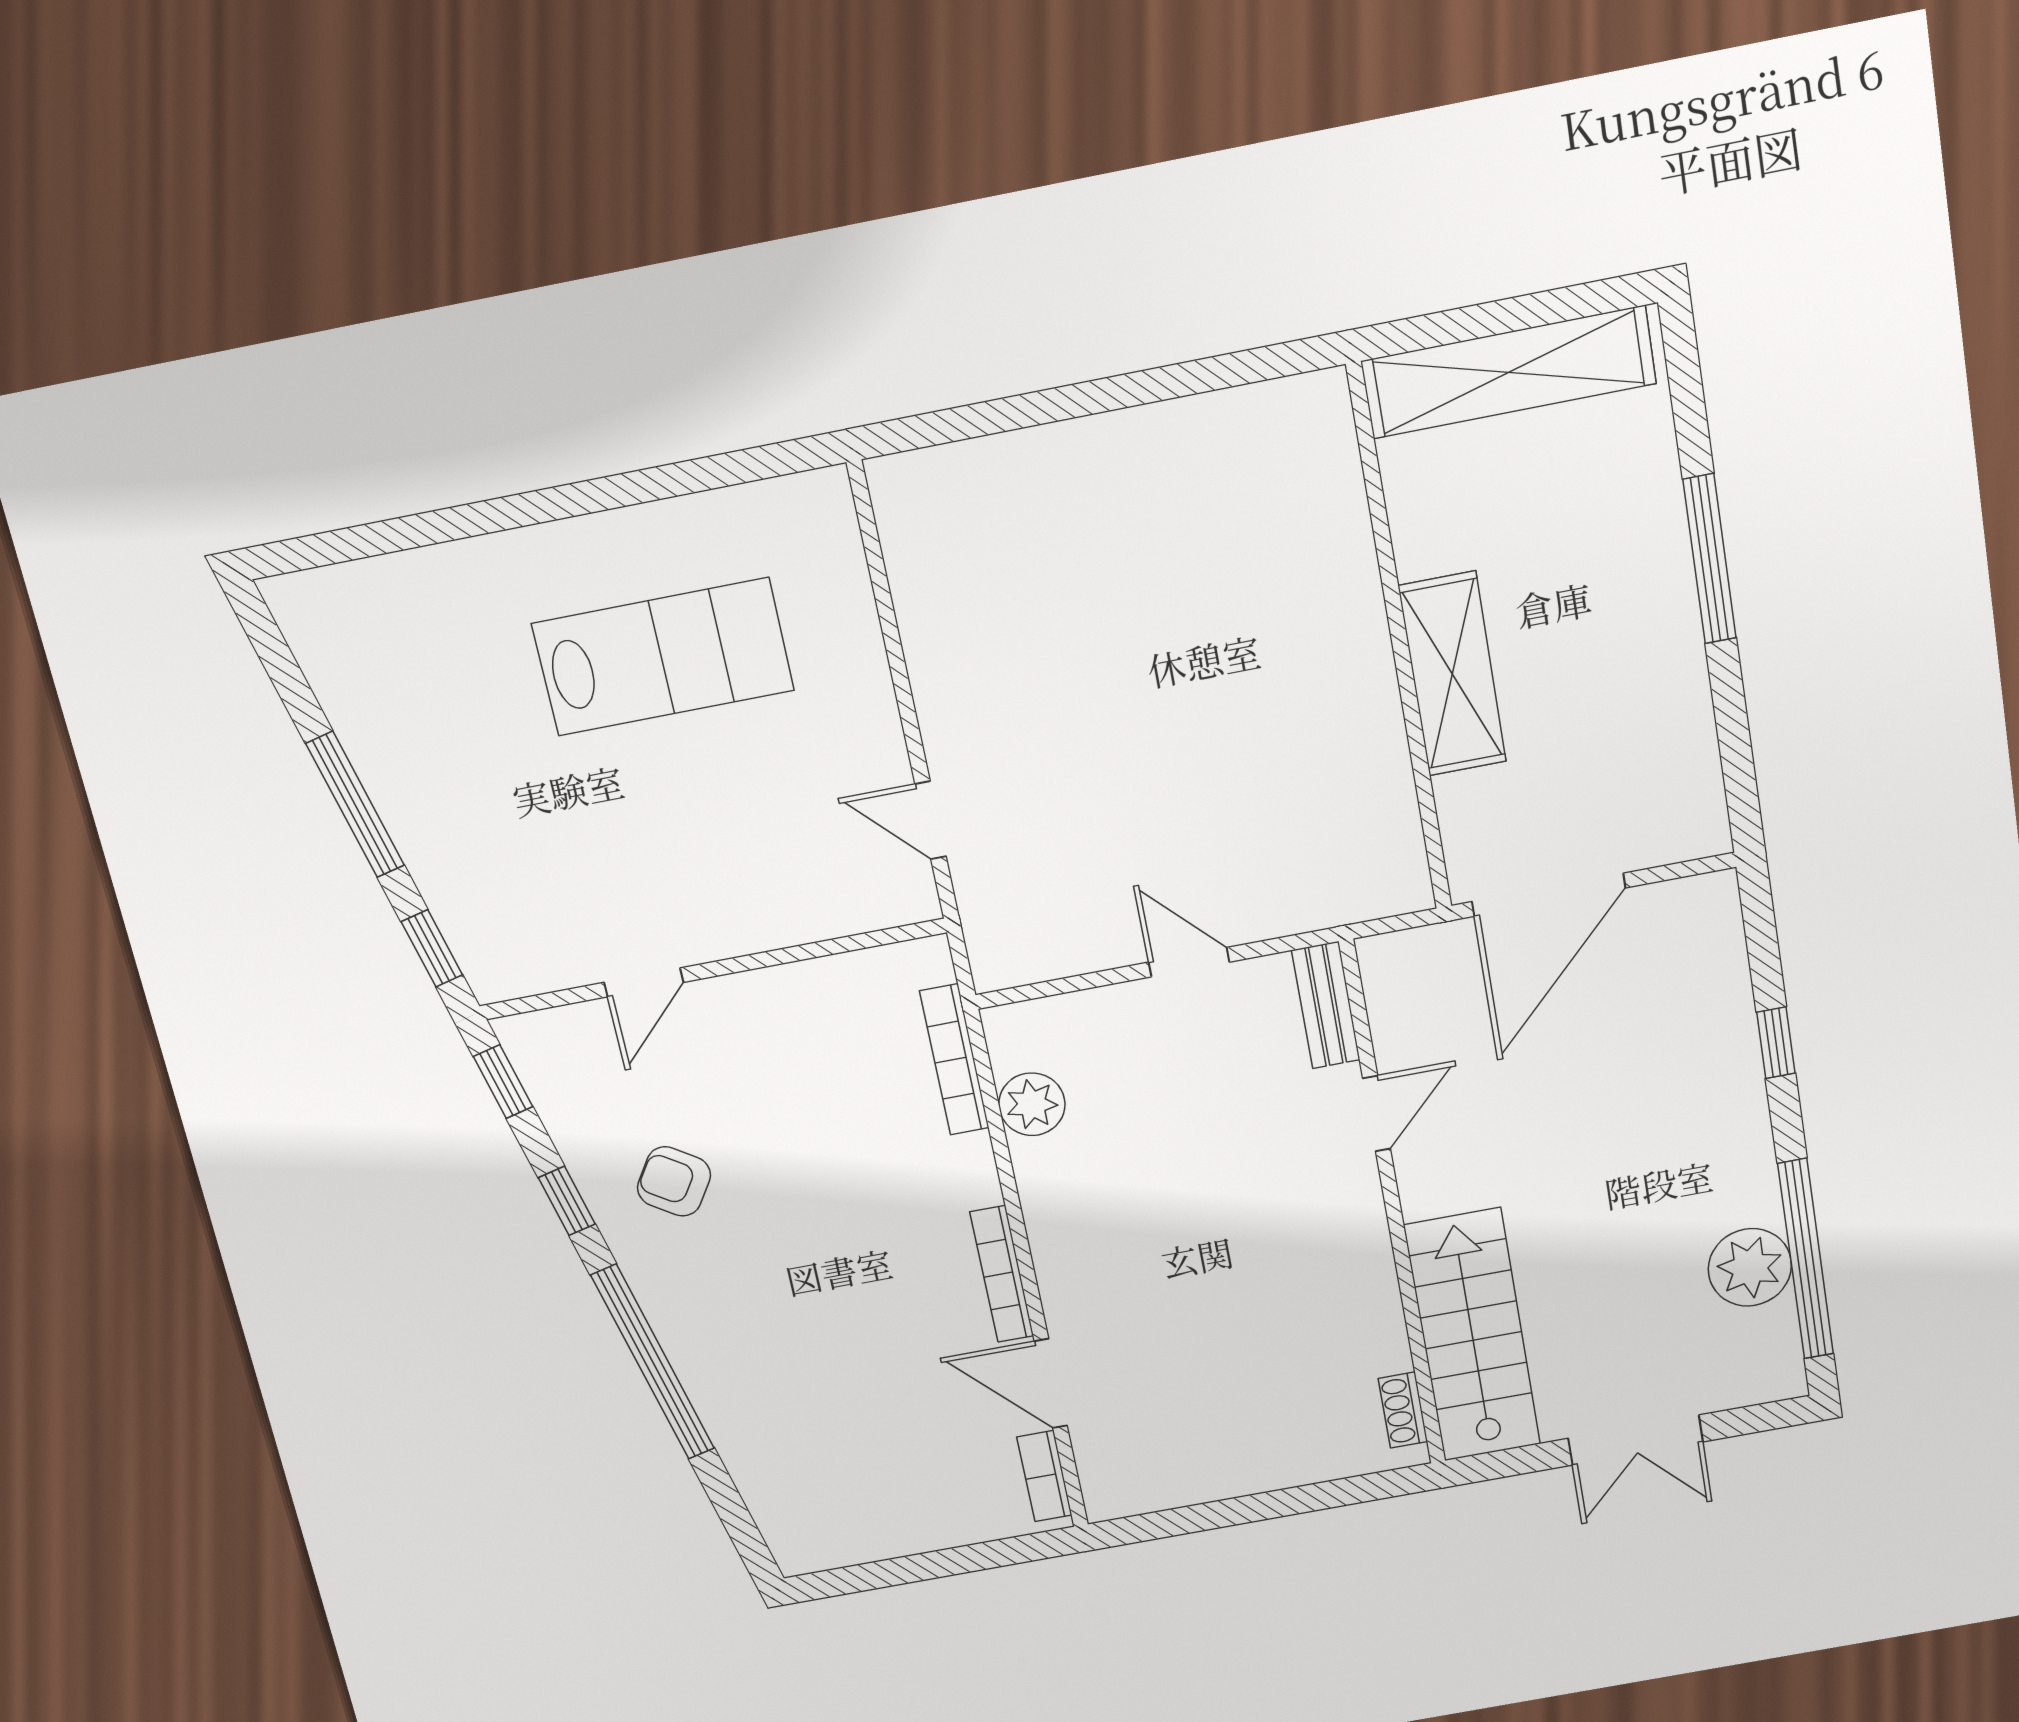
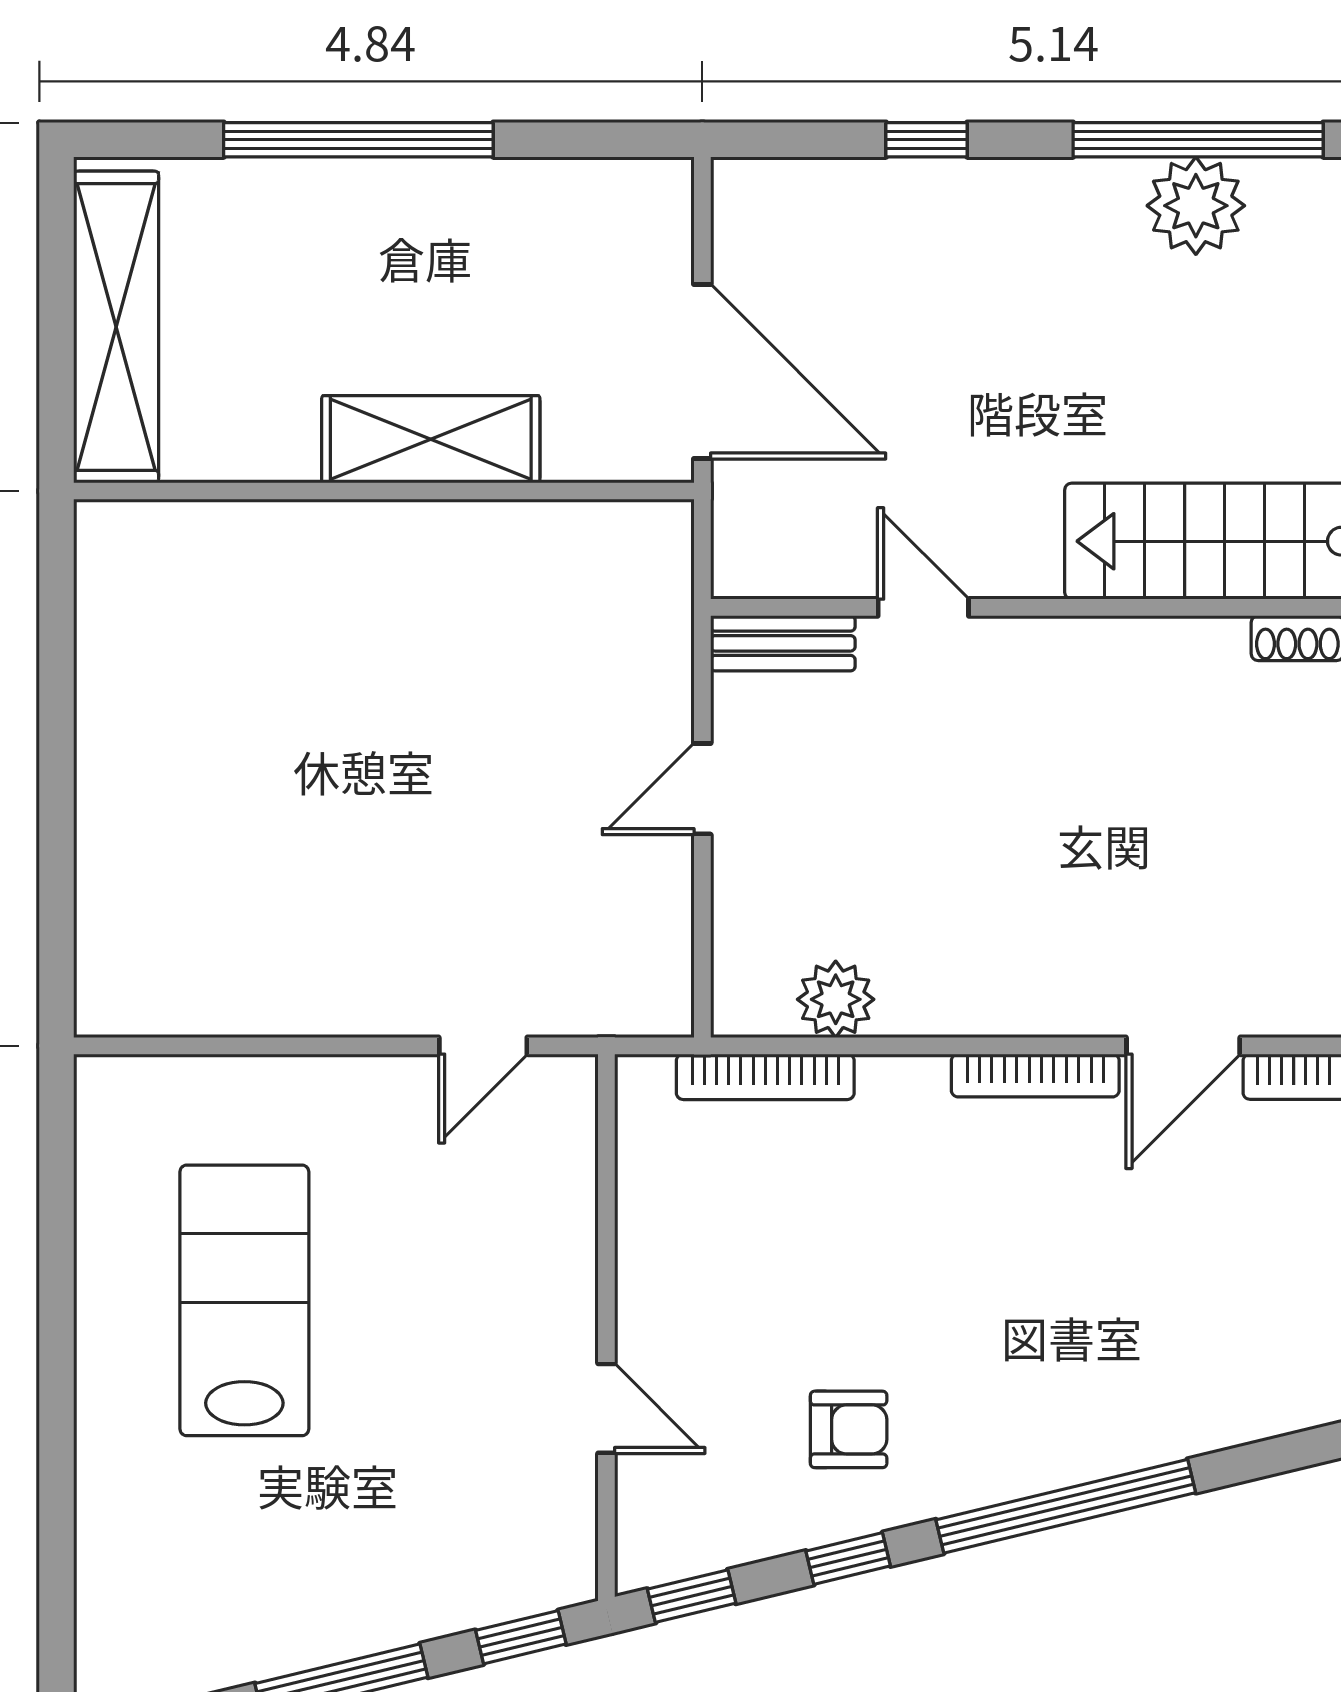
window: (1710, 559) -> (358, 140), width x1.46
armchair: (674, 1181) -> (849, 1429), turned -123

